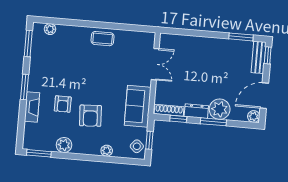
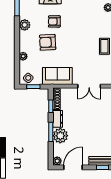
door: (264, 96) -> (73, 167), hinge flipped

